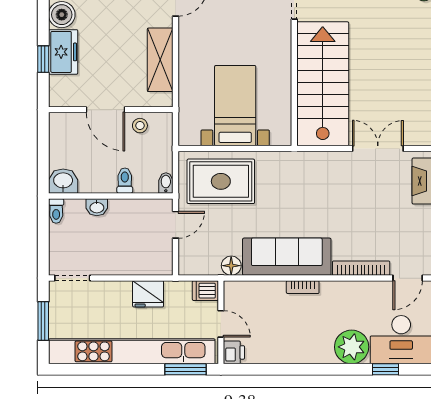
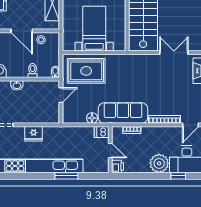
dishwasher: (205, 291) -> (102, 132), moved
fridge: (148, 294) -> (34, 134), moved
wall: (221, 322) -> (110, 150), moved
door: (221, 324) -> (110, 151), moved
printer: (234, 352) -> (118, 166), moved

